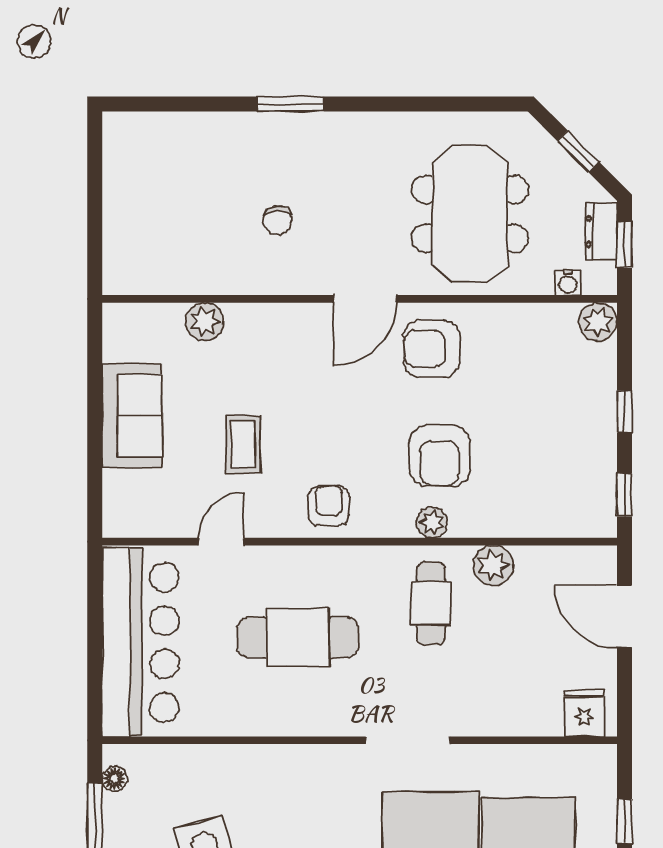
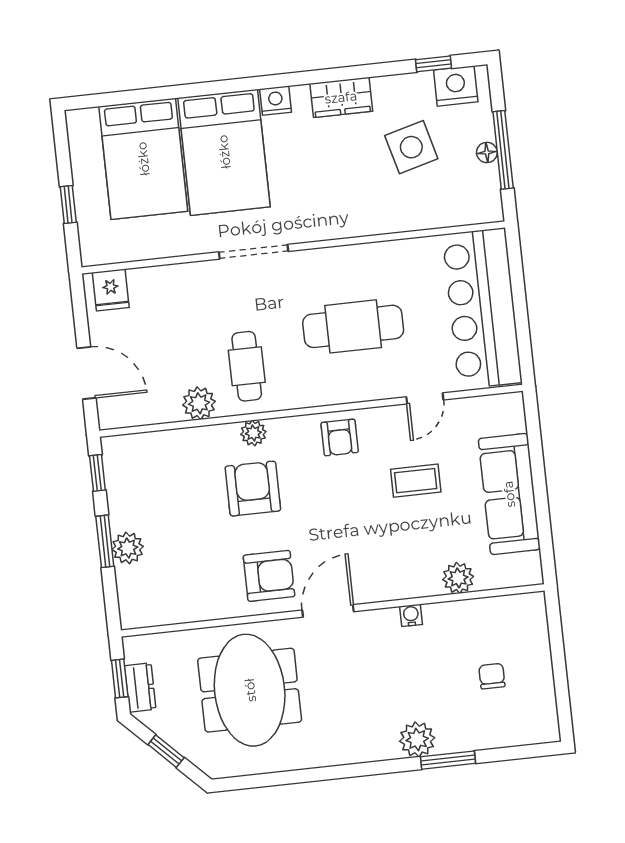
window: (291, 104) -> (448, 760), moved
plant: (275, 133) -> (417, 739), added
chair: (277, 220) -> (492, 676), moved
water cooler: (568, 283) -> (411, 615), moved
plant: (598, 322) -> (128, 548), moved
window: (624, 412) -> (105, 541), width x1.50
sofa: (132, 416) -> (509, 494), width x1.36
coffee table: (243, 444) -> (416, 481), turned 90
floor lamp: (115, 779) -> (487, 152), moved

